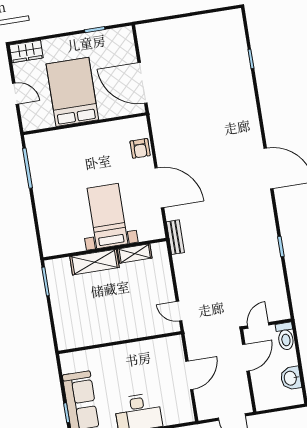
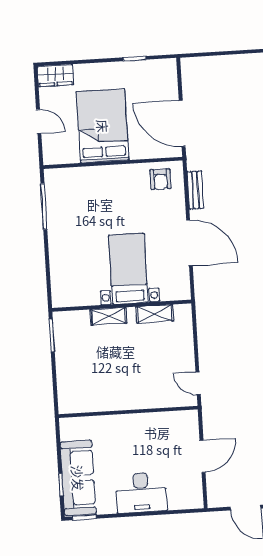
armchair: (140, 148) -> (160, 179), moved
bench: (175, 237) -> (195, 190), moved
shelving: (94, 262) -> (109, 316), width x0.67, depth x0.75

